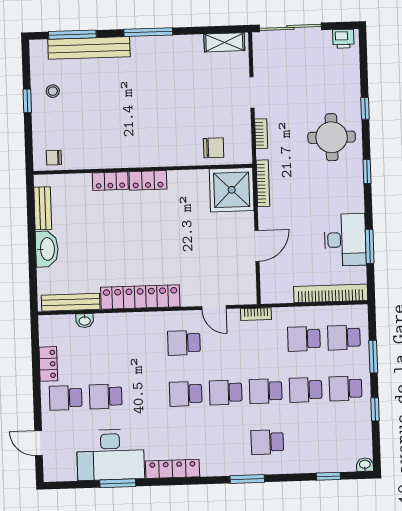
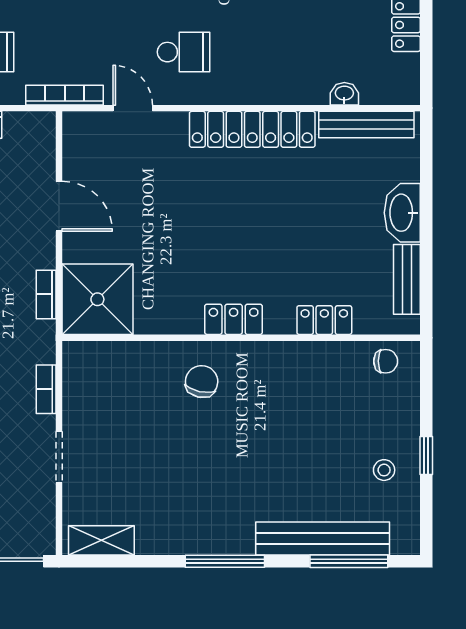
chair: (214, 148) -> (202, 382), moved, turned 102
locker: (110, 181) -> (324, 320), moved
bookcase: (263, 183) -> (46, 294), width x0.64
door: (257, 246) -> (59, 206), swing flipped
bookcase: (256, 314) -> (65, 95), width x1.56

